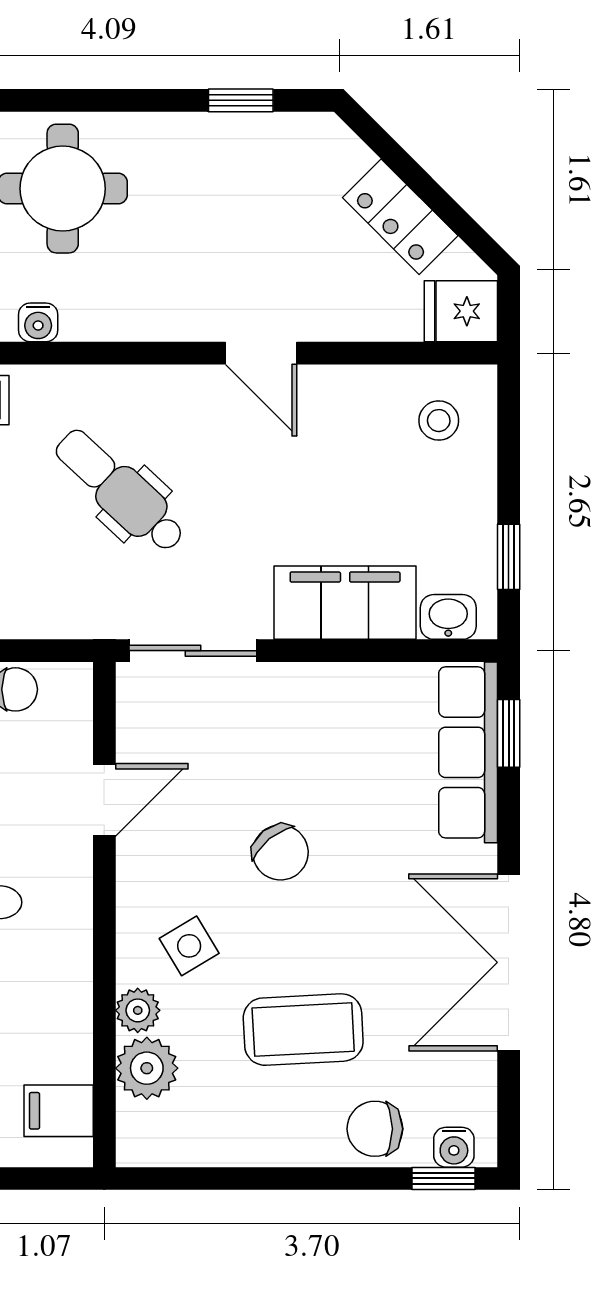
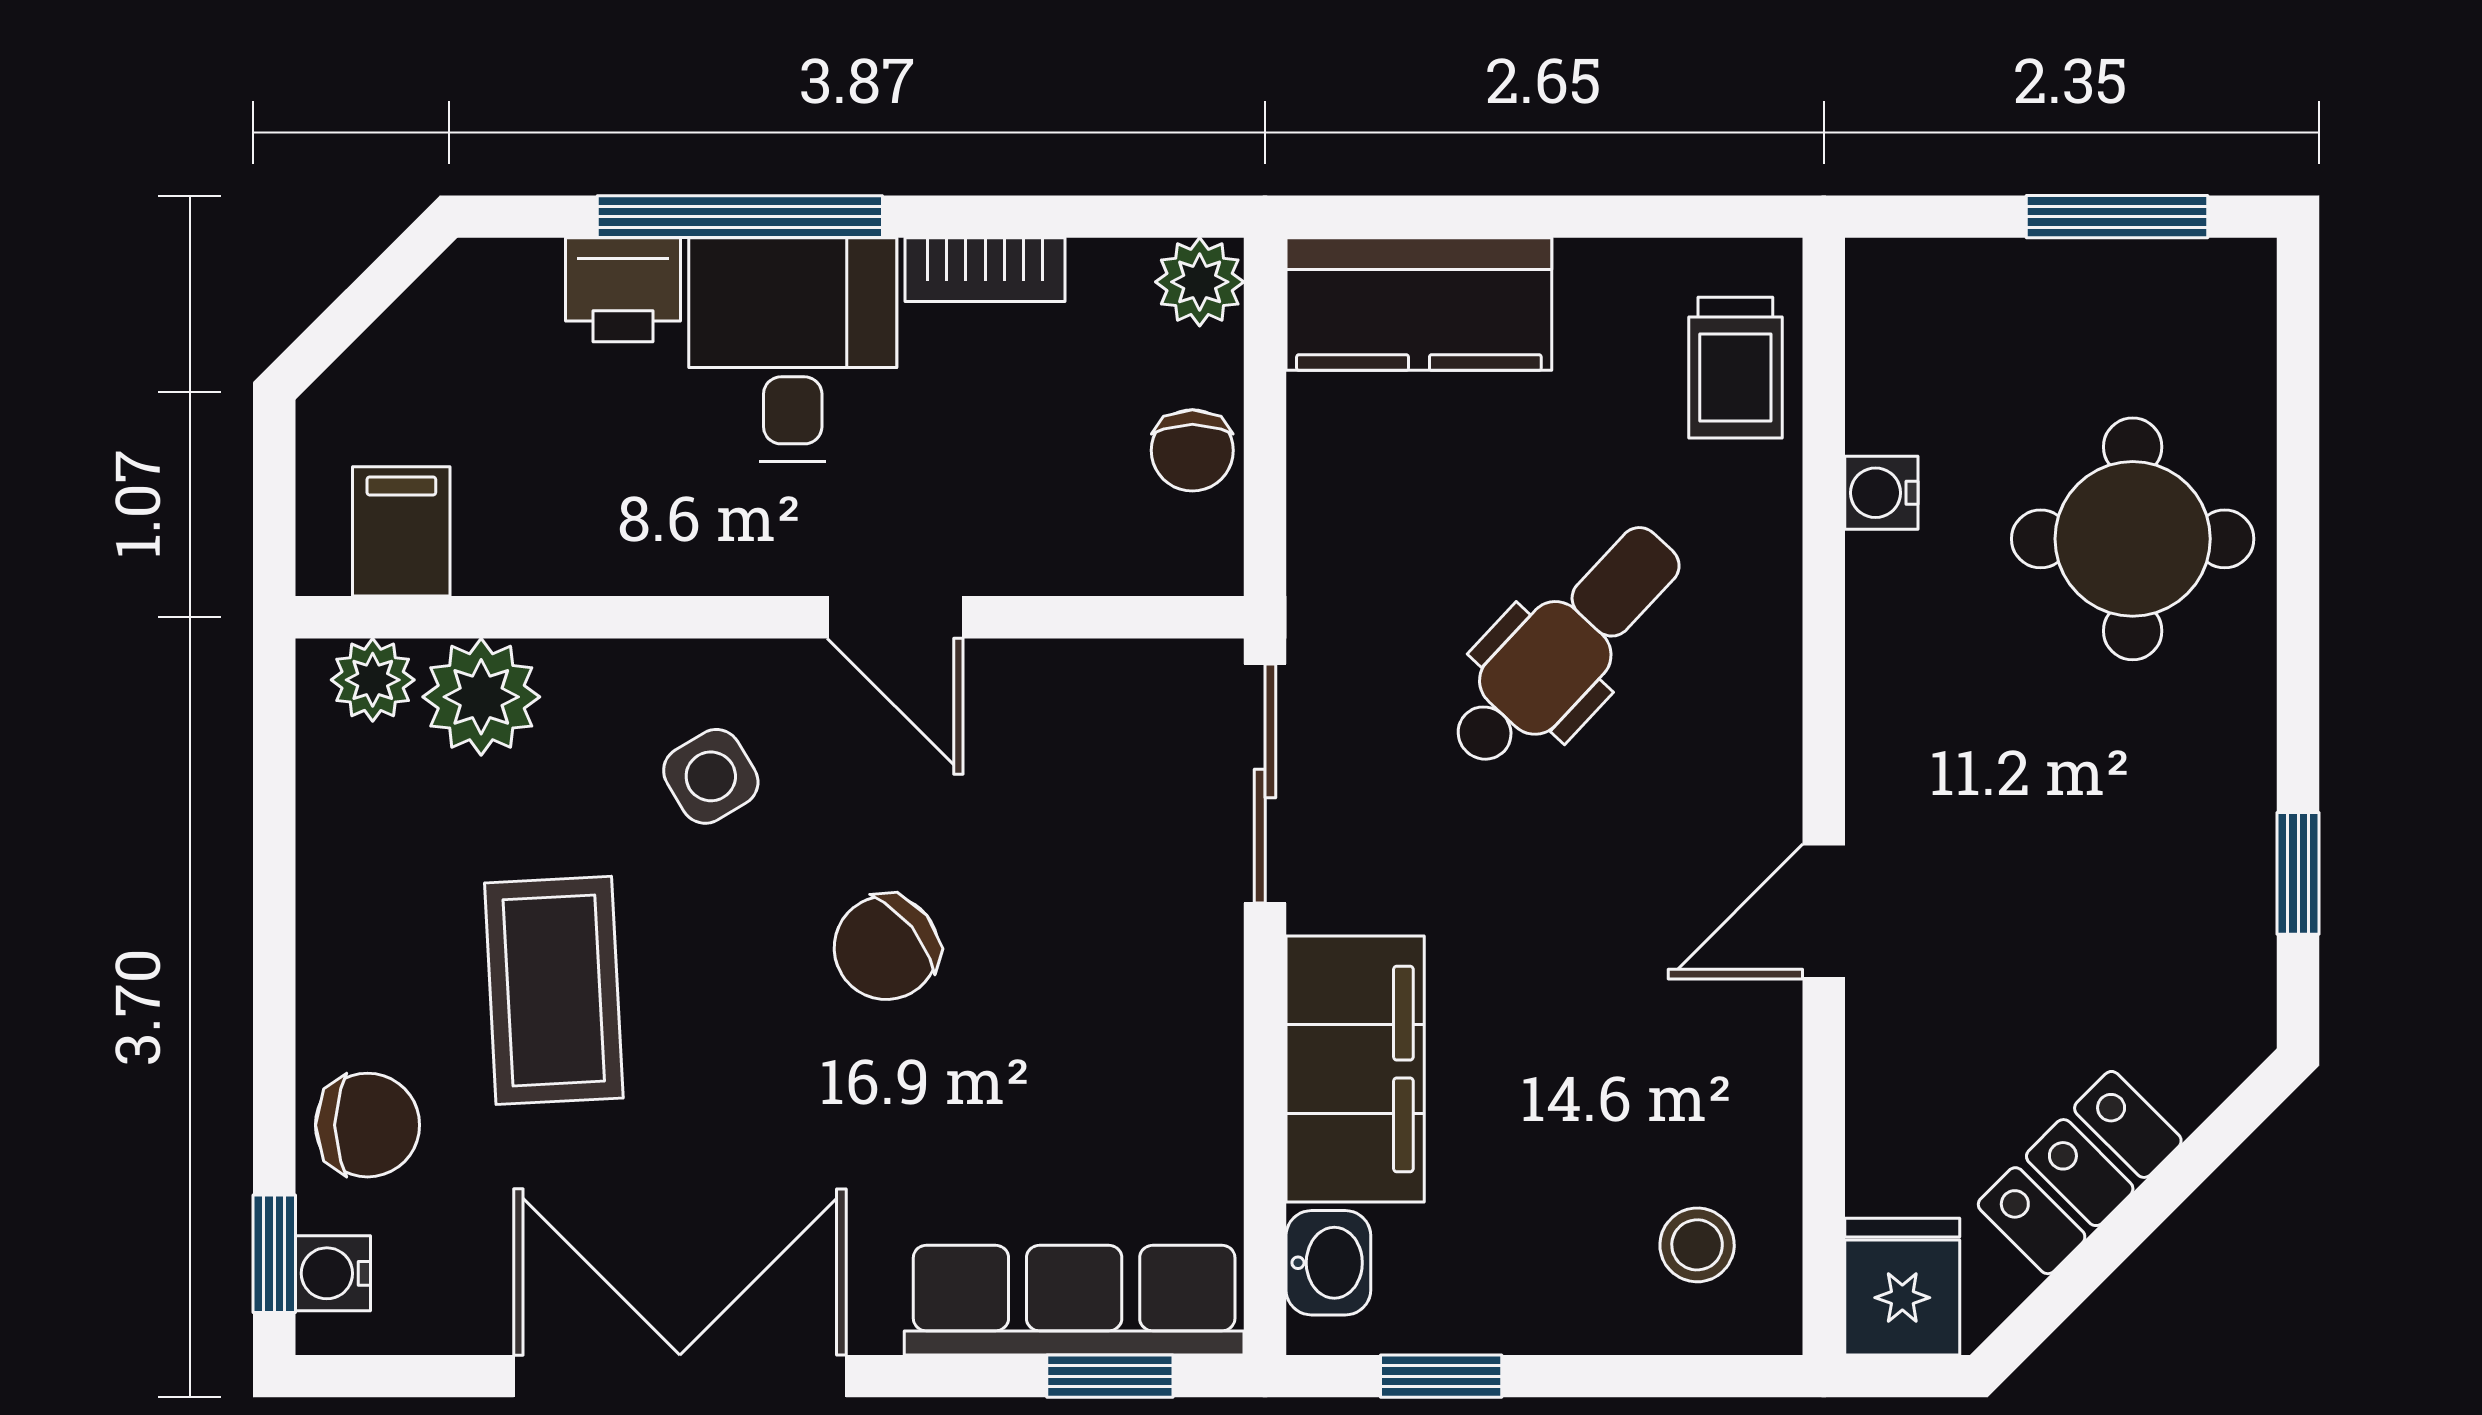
door: (104, 800) -> (895, 617), moved
plant: (138, 1010) -> (373, 680), moved
chair: (375, 1129) -> (368, 1125), turned 90

